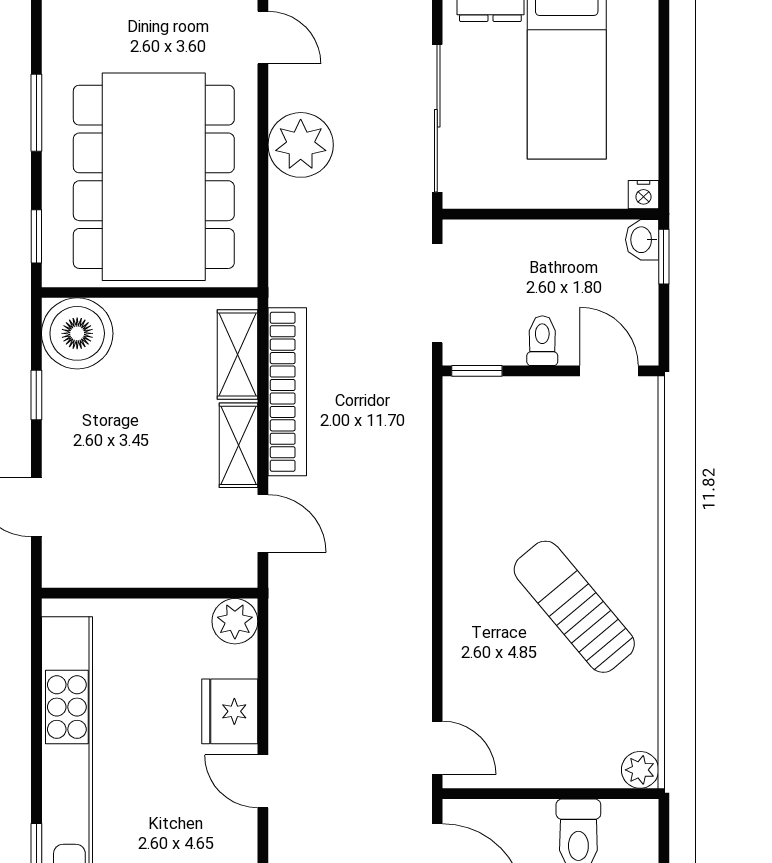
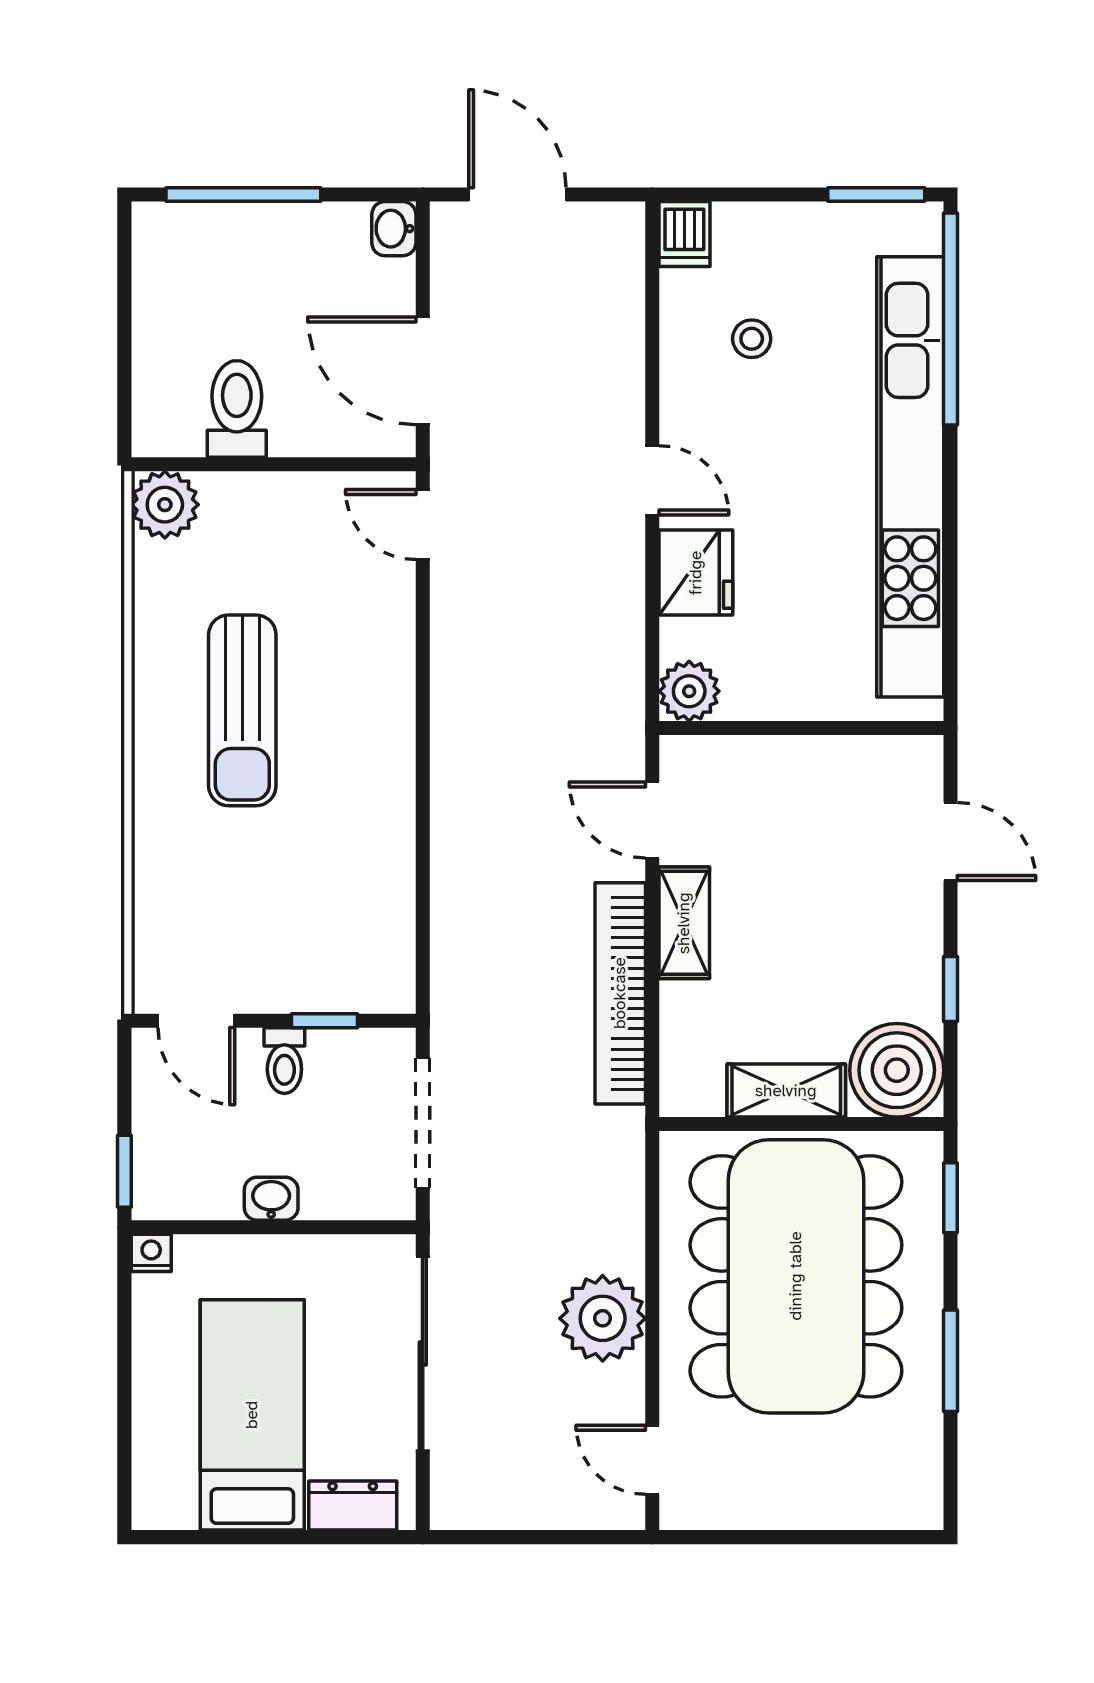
washbasin: (642, 240) -> (271, 1199), moved, turned -90
shelving: (237, 354) -> (786, 1091), moved, turned 90
window: (477, 371) -> (325, 1021), moved
sun lounger: (574, 607) -> (242, 710), turned 40
plant: (640, 770) -> (165, 505), width x1.38, depth x1.38

